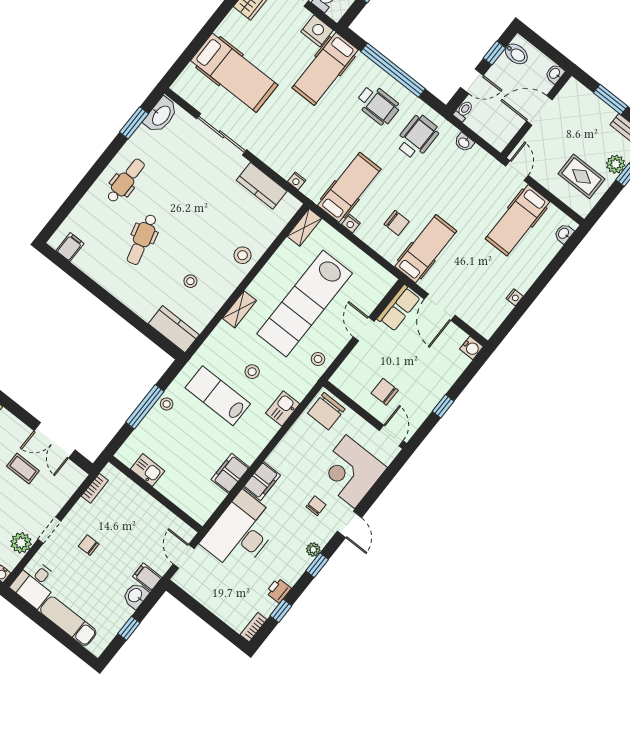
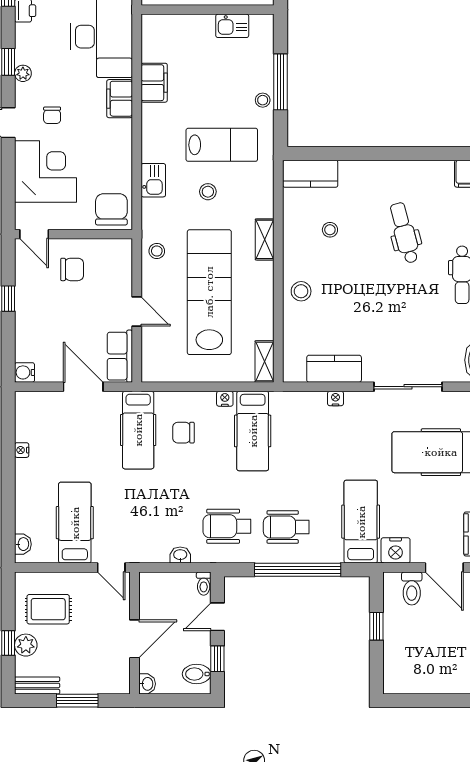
wheelchair: (417, 137) -> (227, 526), turned 90
nightstand: (297, 181) -> (335, 398), moved

